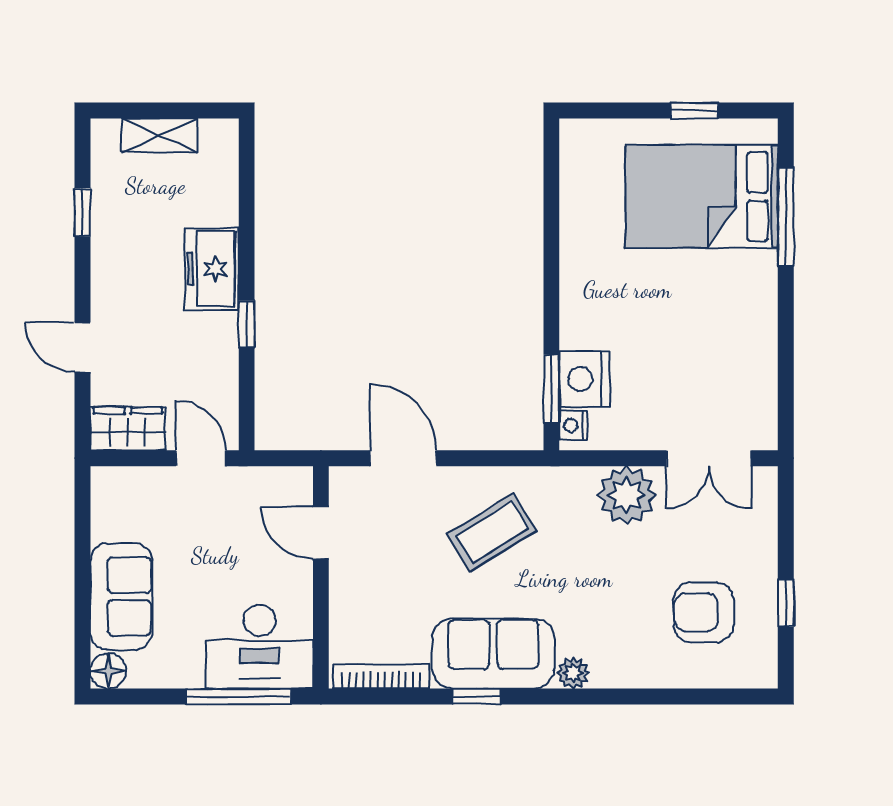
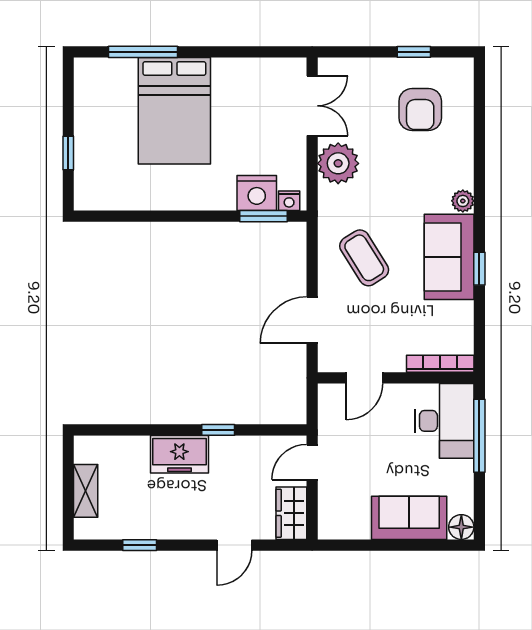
window: (694, 110) -> (68, 153), moved
bed: (702, 197) -> (174, 111), moved
bookcase: (381, 676) -> (440, 364), moved, turned 90

